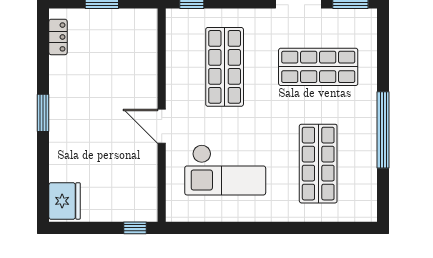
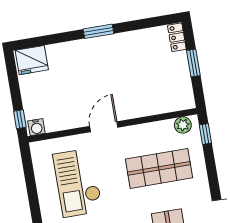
plant: (176, 28) -> (183, 125), added
locker: (58, 37) -> (177, 37), moved, turned 90
water cooler: (148, 209) -> (36, 127), added

